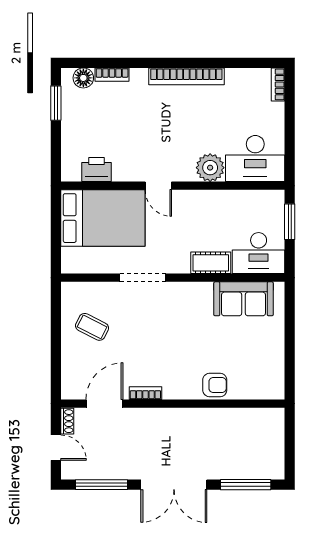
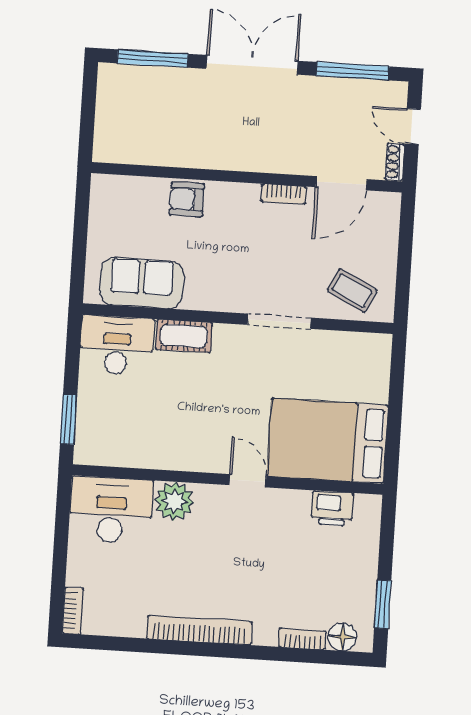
desk: (259, 253) -> (117, 345), moved
cot: (211, 263) -> (184, 336), moved
doorway: (143, 278) -> (279, 321), moved
wall: (173, 278) -> (238, 319), moved
sofa: (244, 299) -> (142, 283), moved

